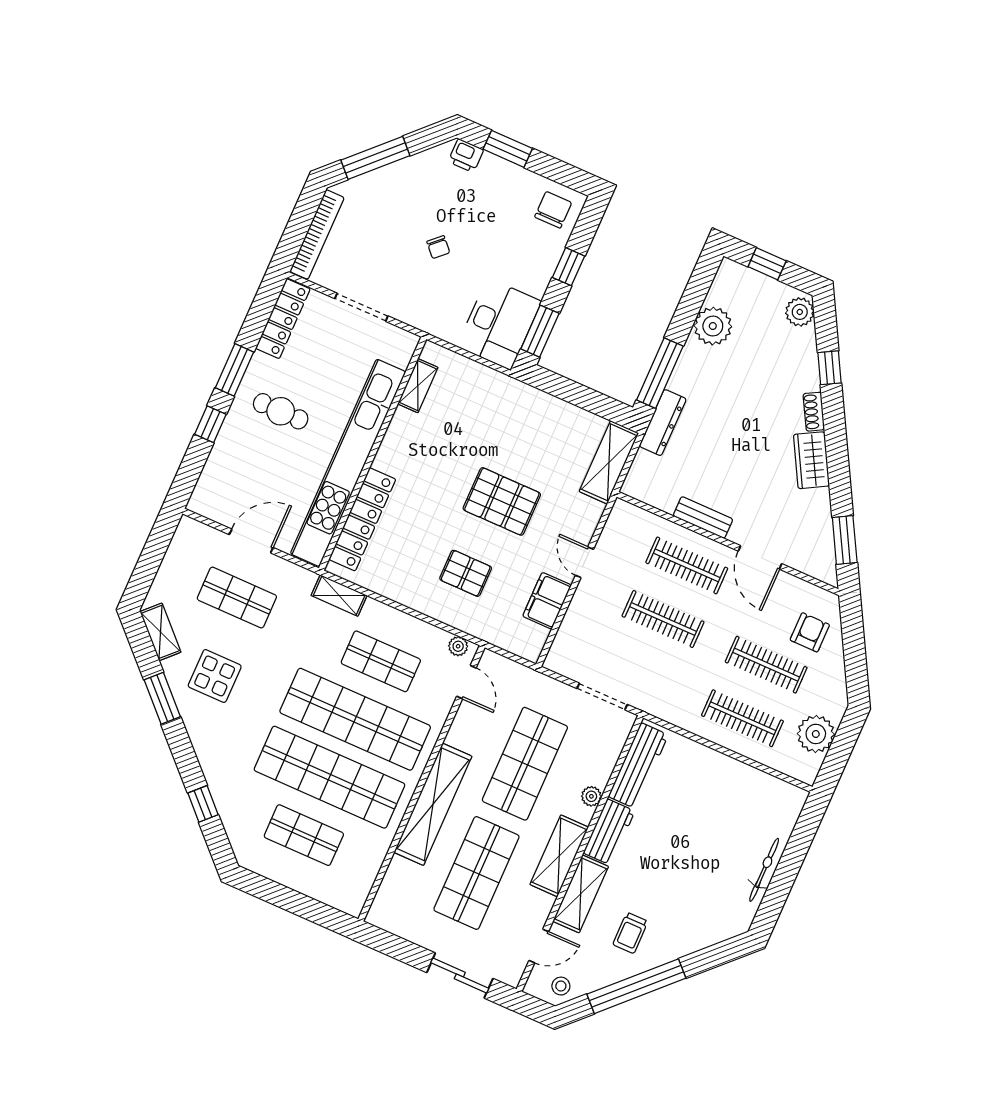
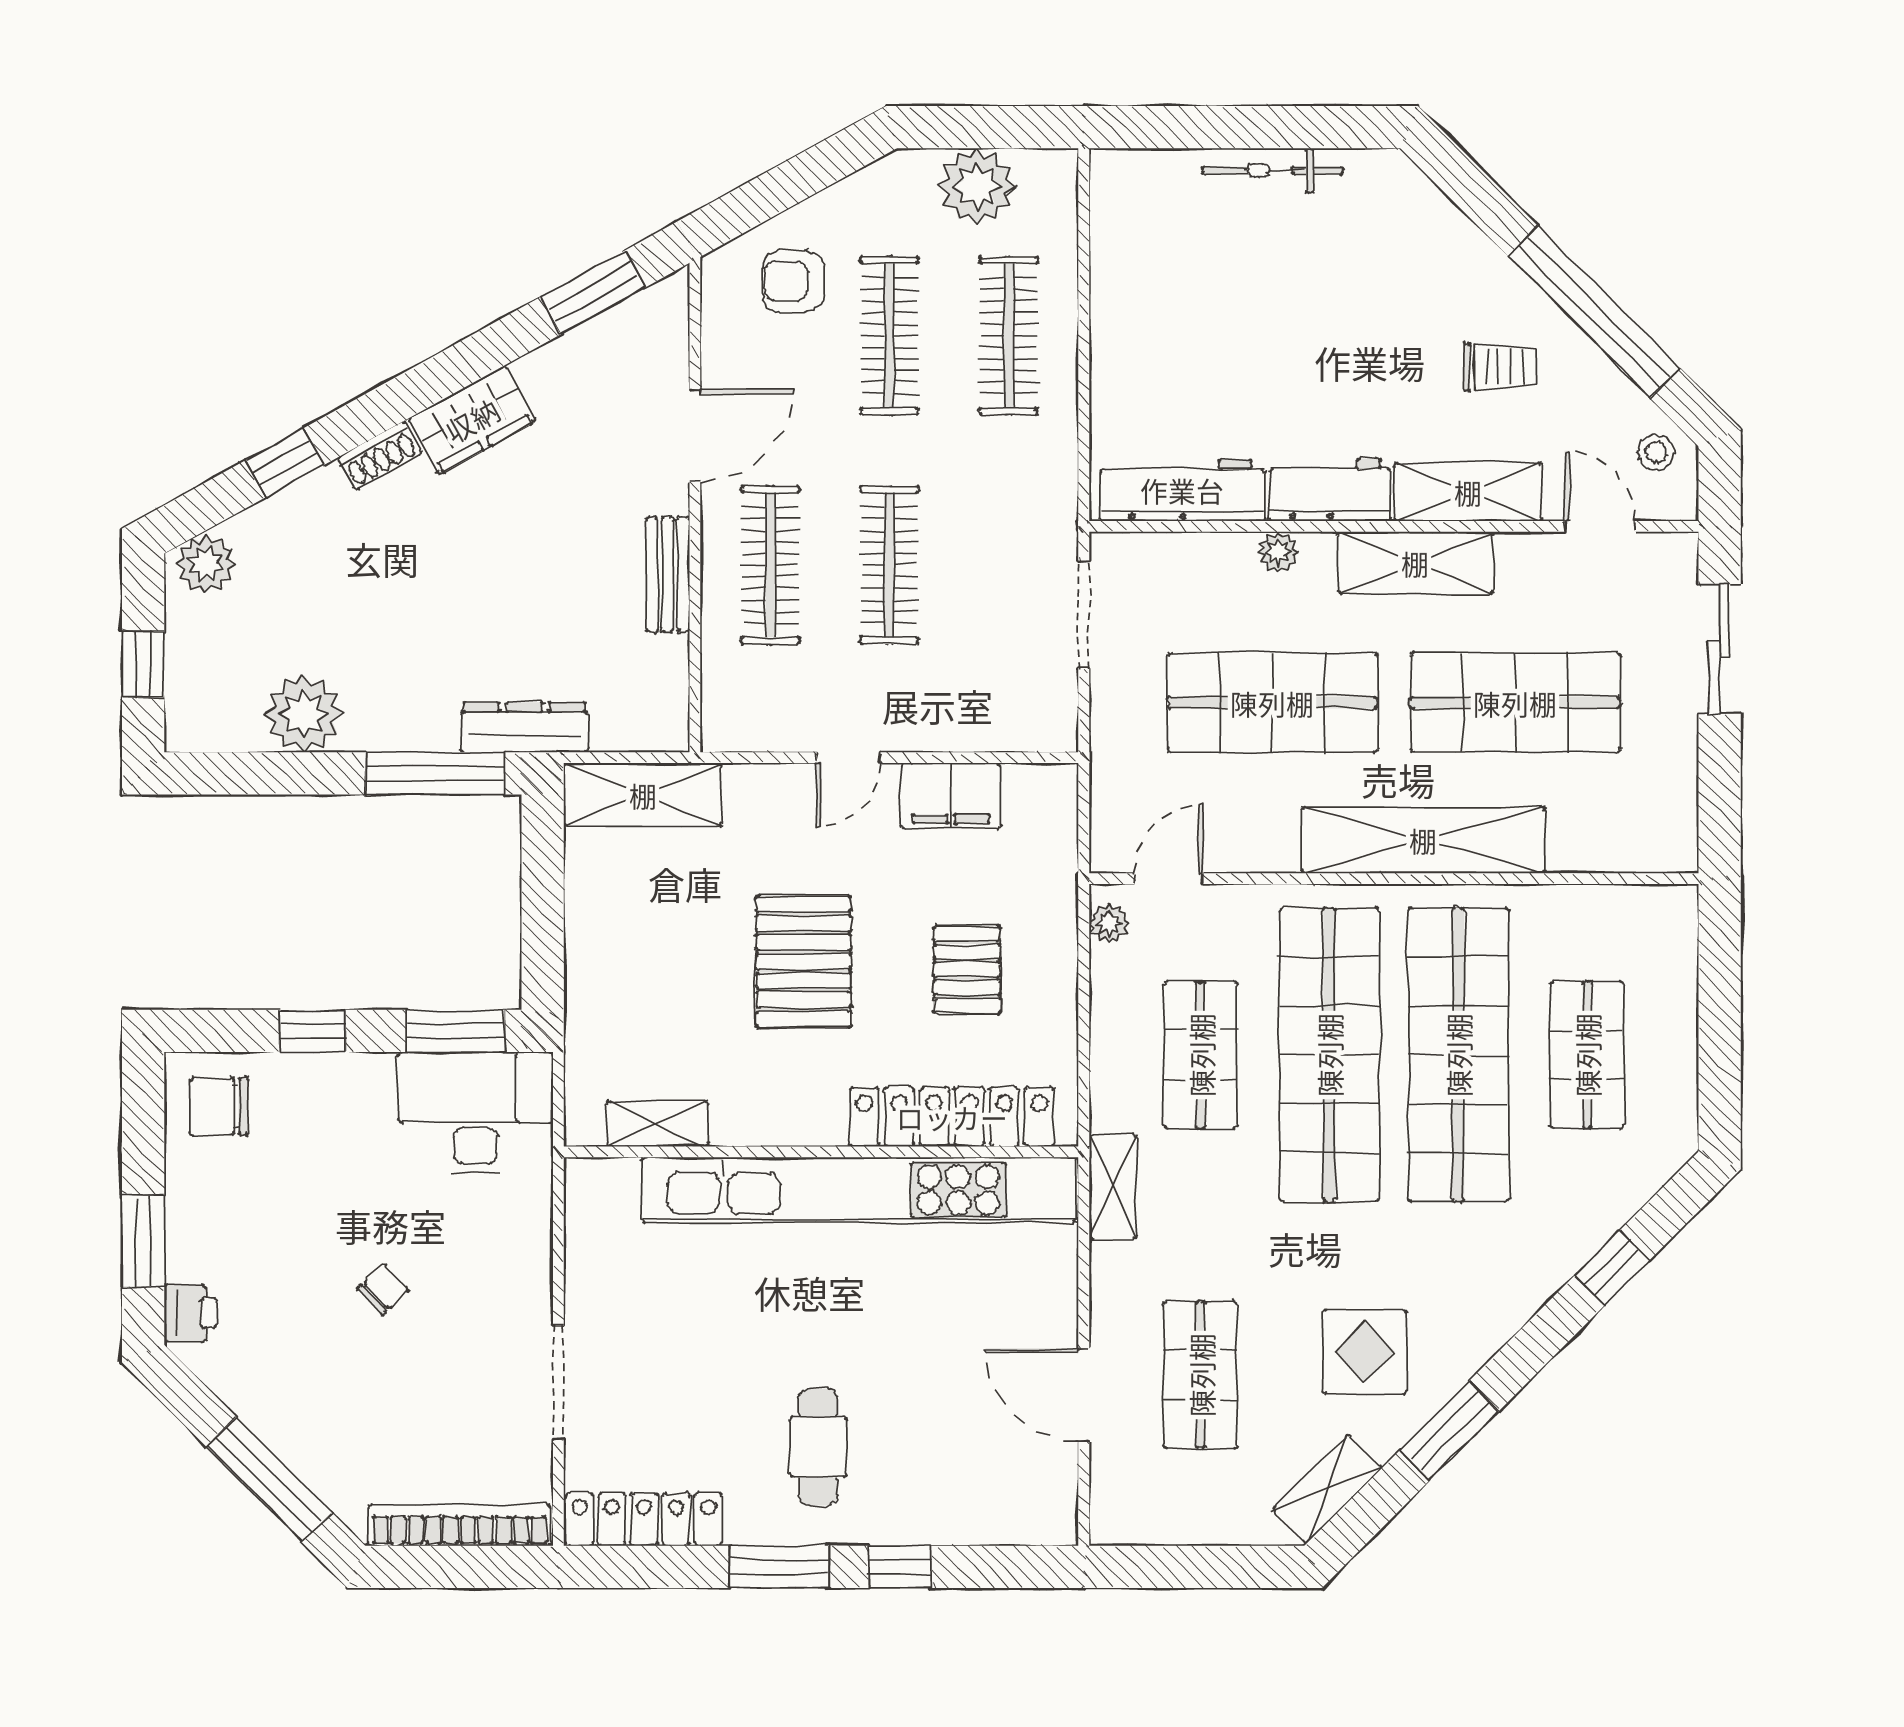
shelving: (418, 386) -> (658, 1124), moved
wall: (373, 454) -> (821, 1152), moved
kitchen unit: (348, 463) -> (858, 1190), moved
locker: (362, 519) -> (952, 1117), moved

